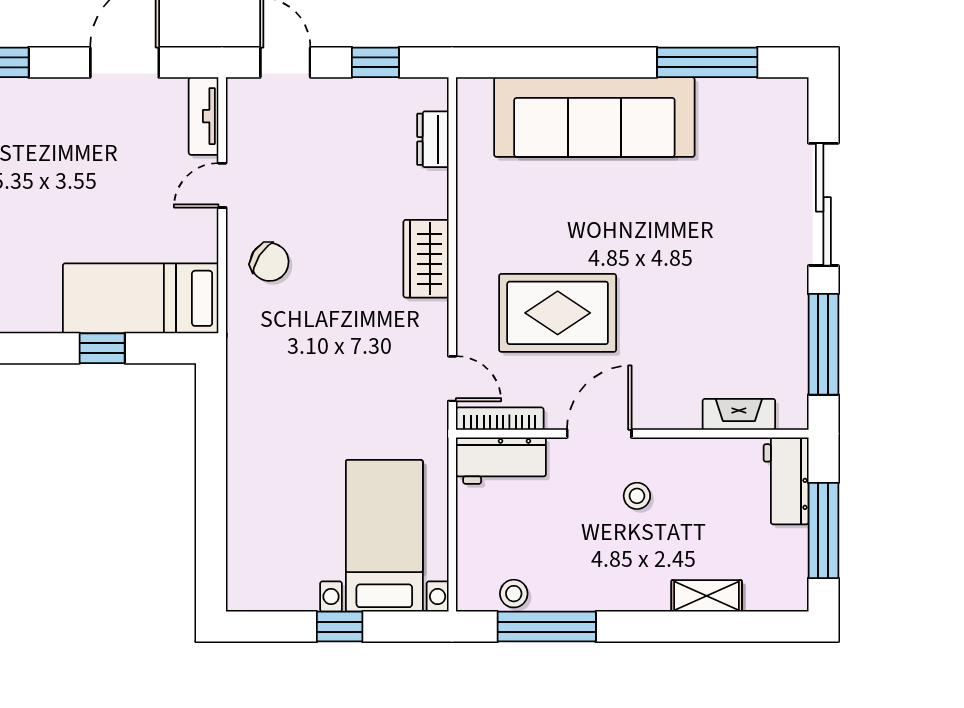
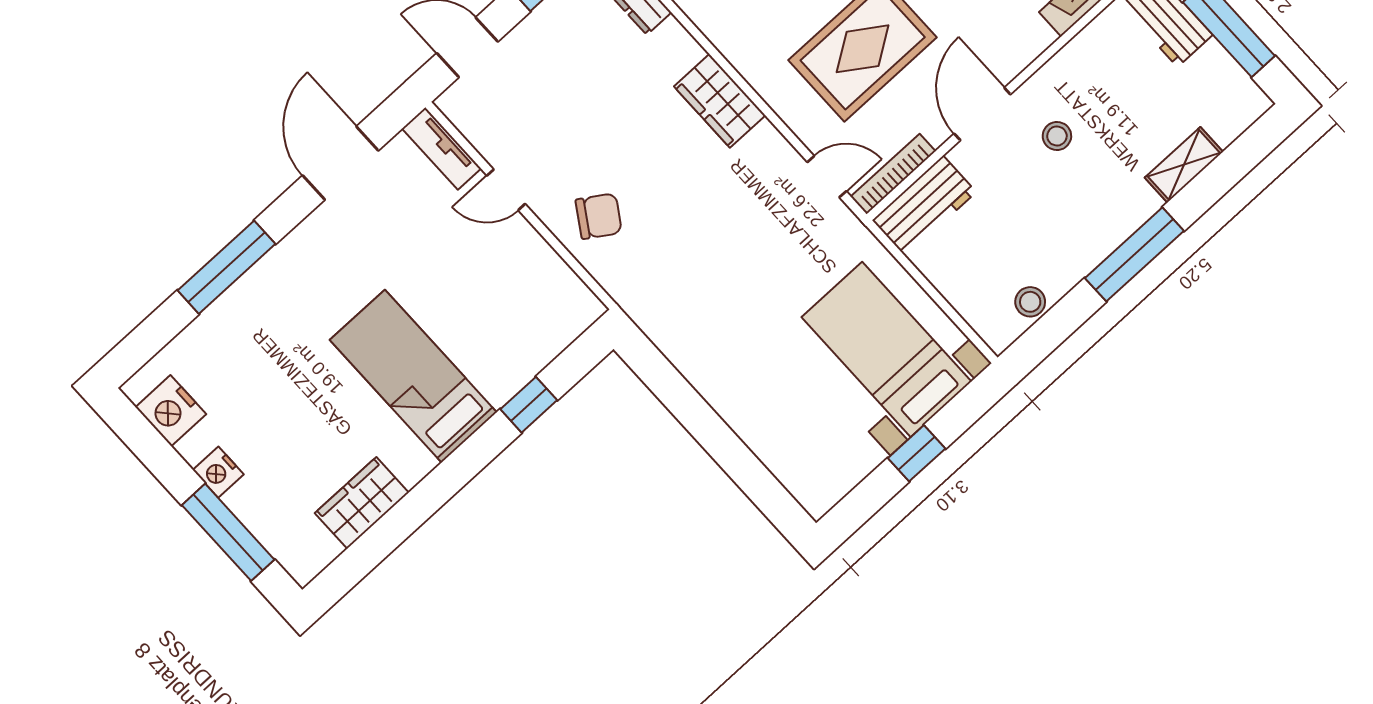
door: (222, 185) -> (506, 190), hinge flipped
bed: (141, 298) -> (413, 376), moved, turned 90
window: (547, 627) -> (1134, 254), moved

